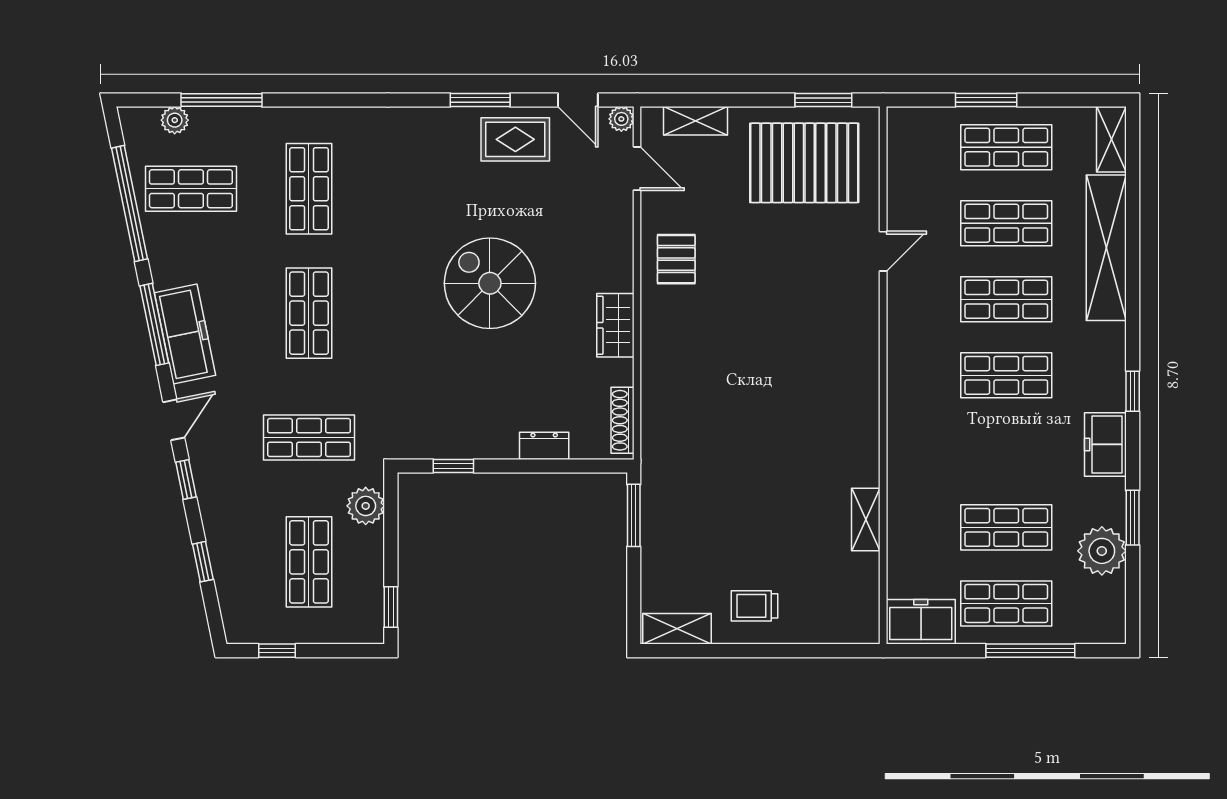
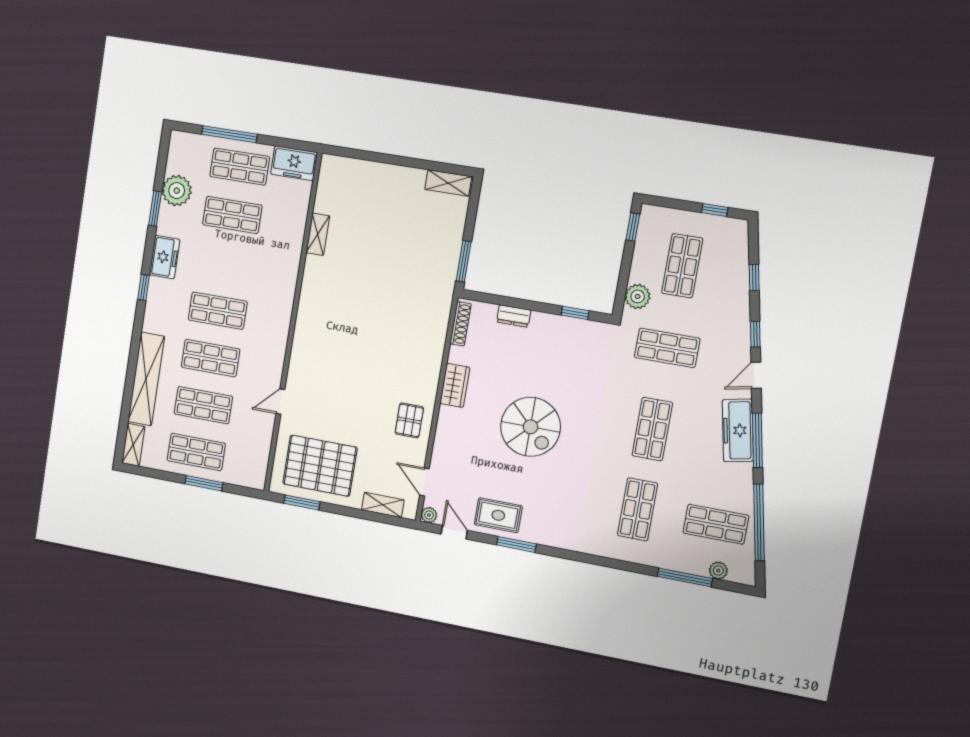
trolley: (755, 606) -> (396, 190), removed

